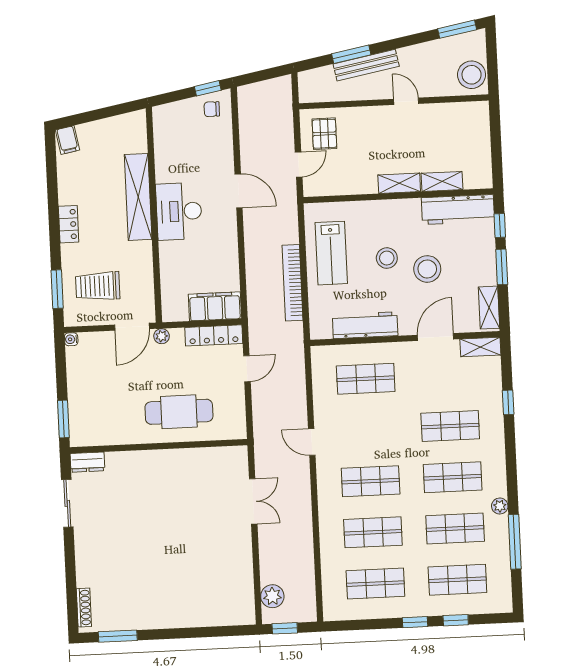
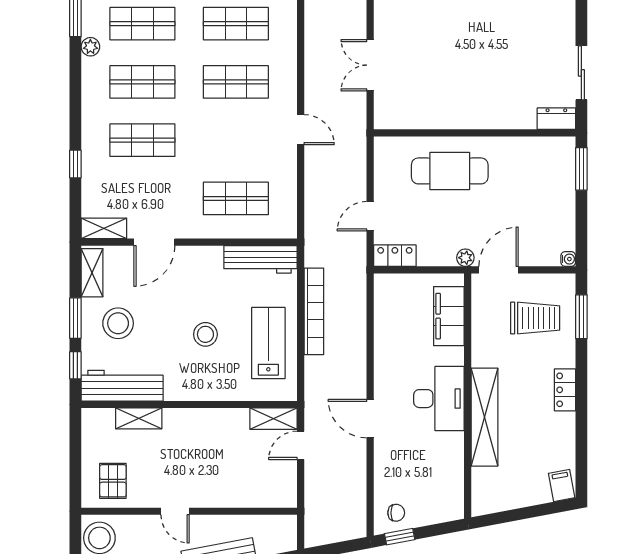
pallet: (324, 134) -> (113, 481), moved
shelving: (399, 183) -> (273, 419), moved
stool: (427, 269) -> (118, 323), moved
filing cabinet: (215, 306) -> (449, 316), moved, turned 90
workbench: (365, 325) -> (260, 259), moved
locker: (214, 335) -> (395, 256), width x0.66

